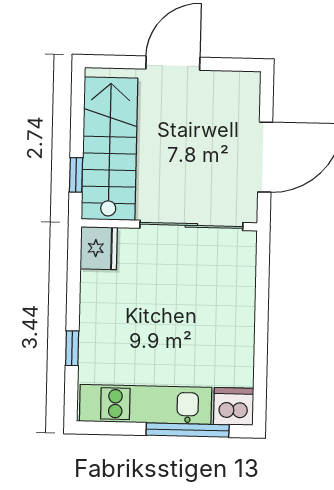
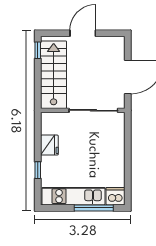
window: (76, 175) -> (38, 50), moved
fridge: (99, 248) -> (49, 145), moved

